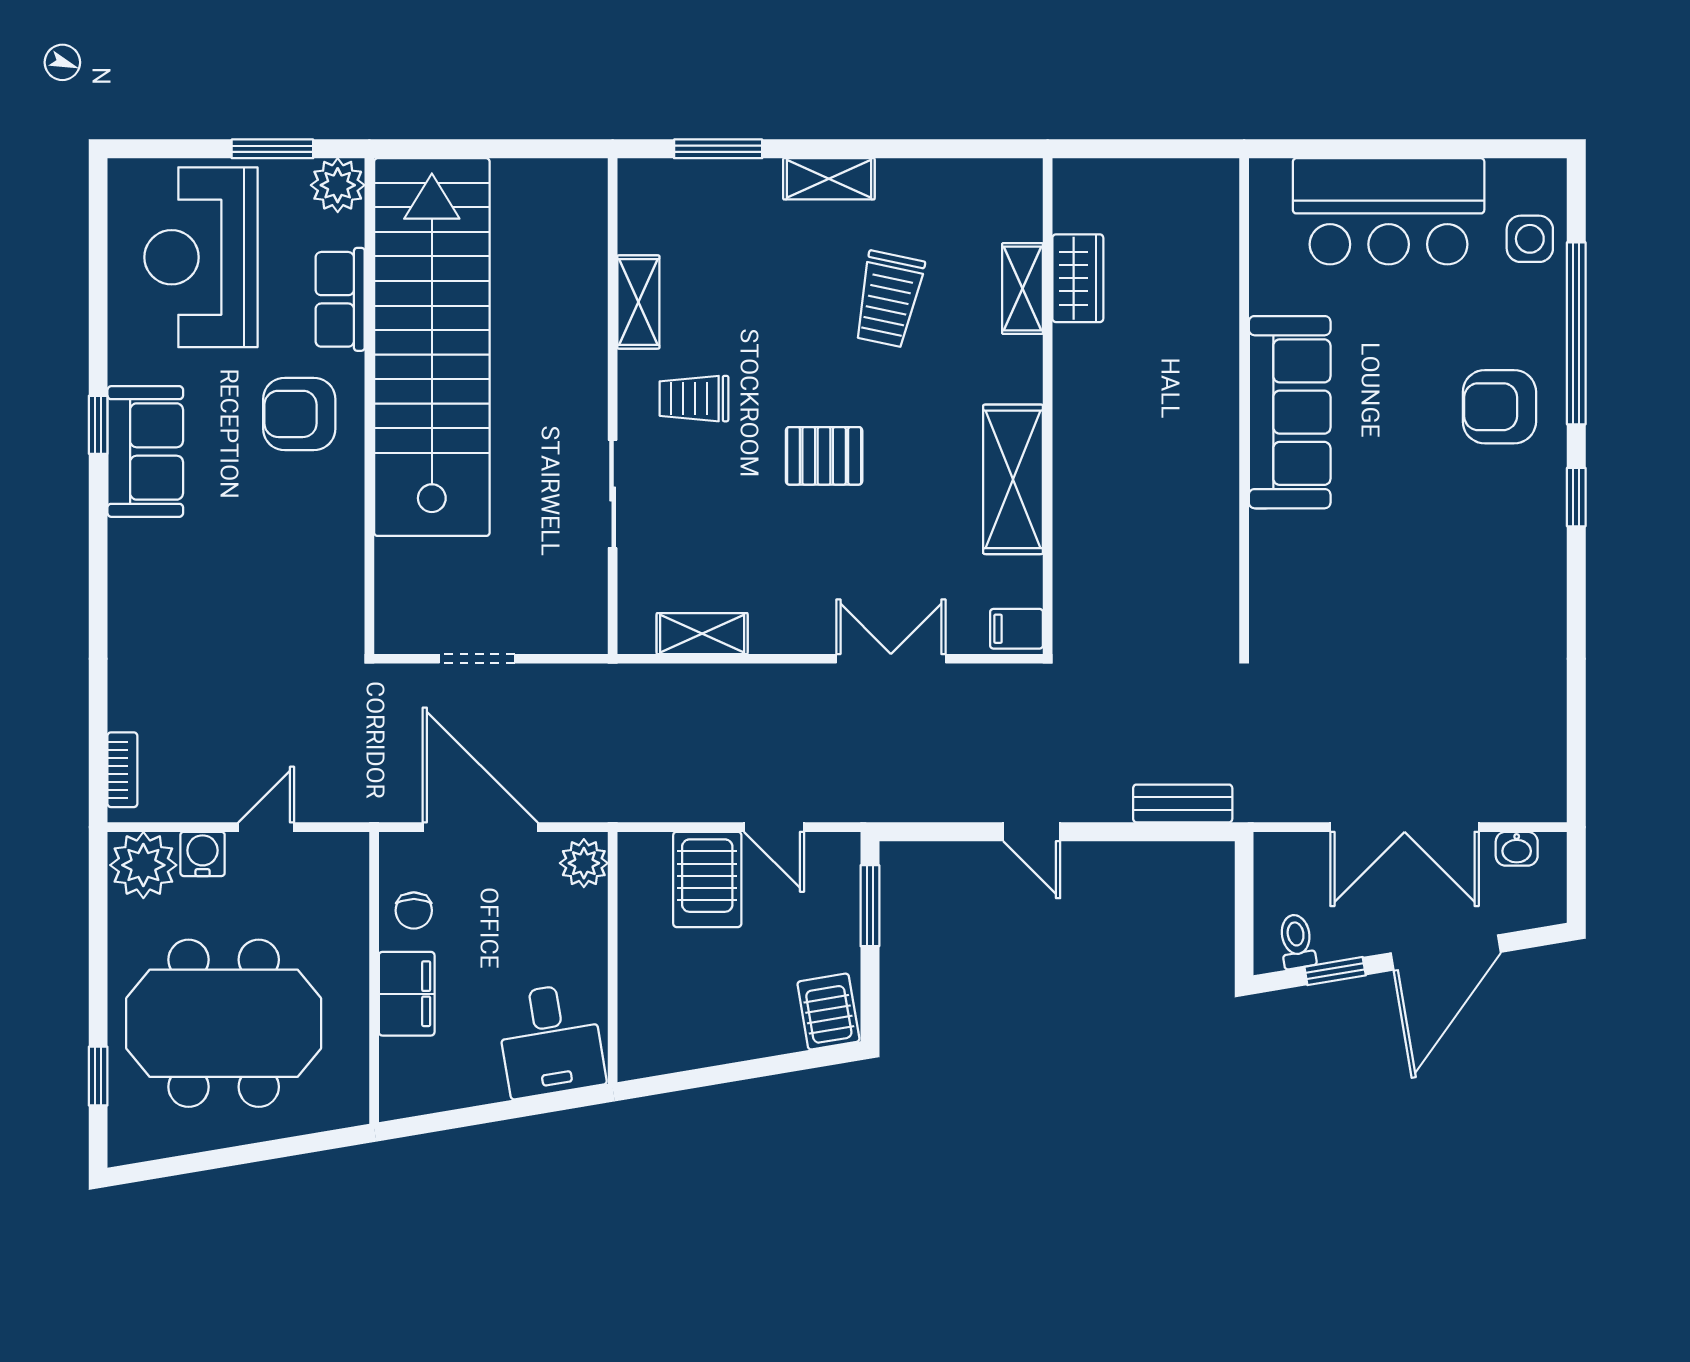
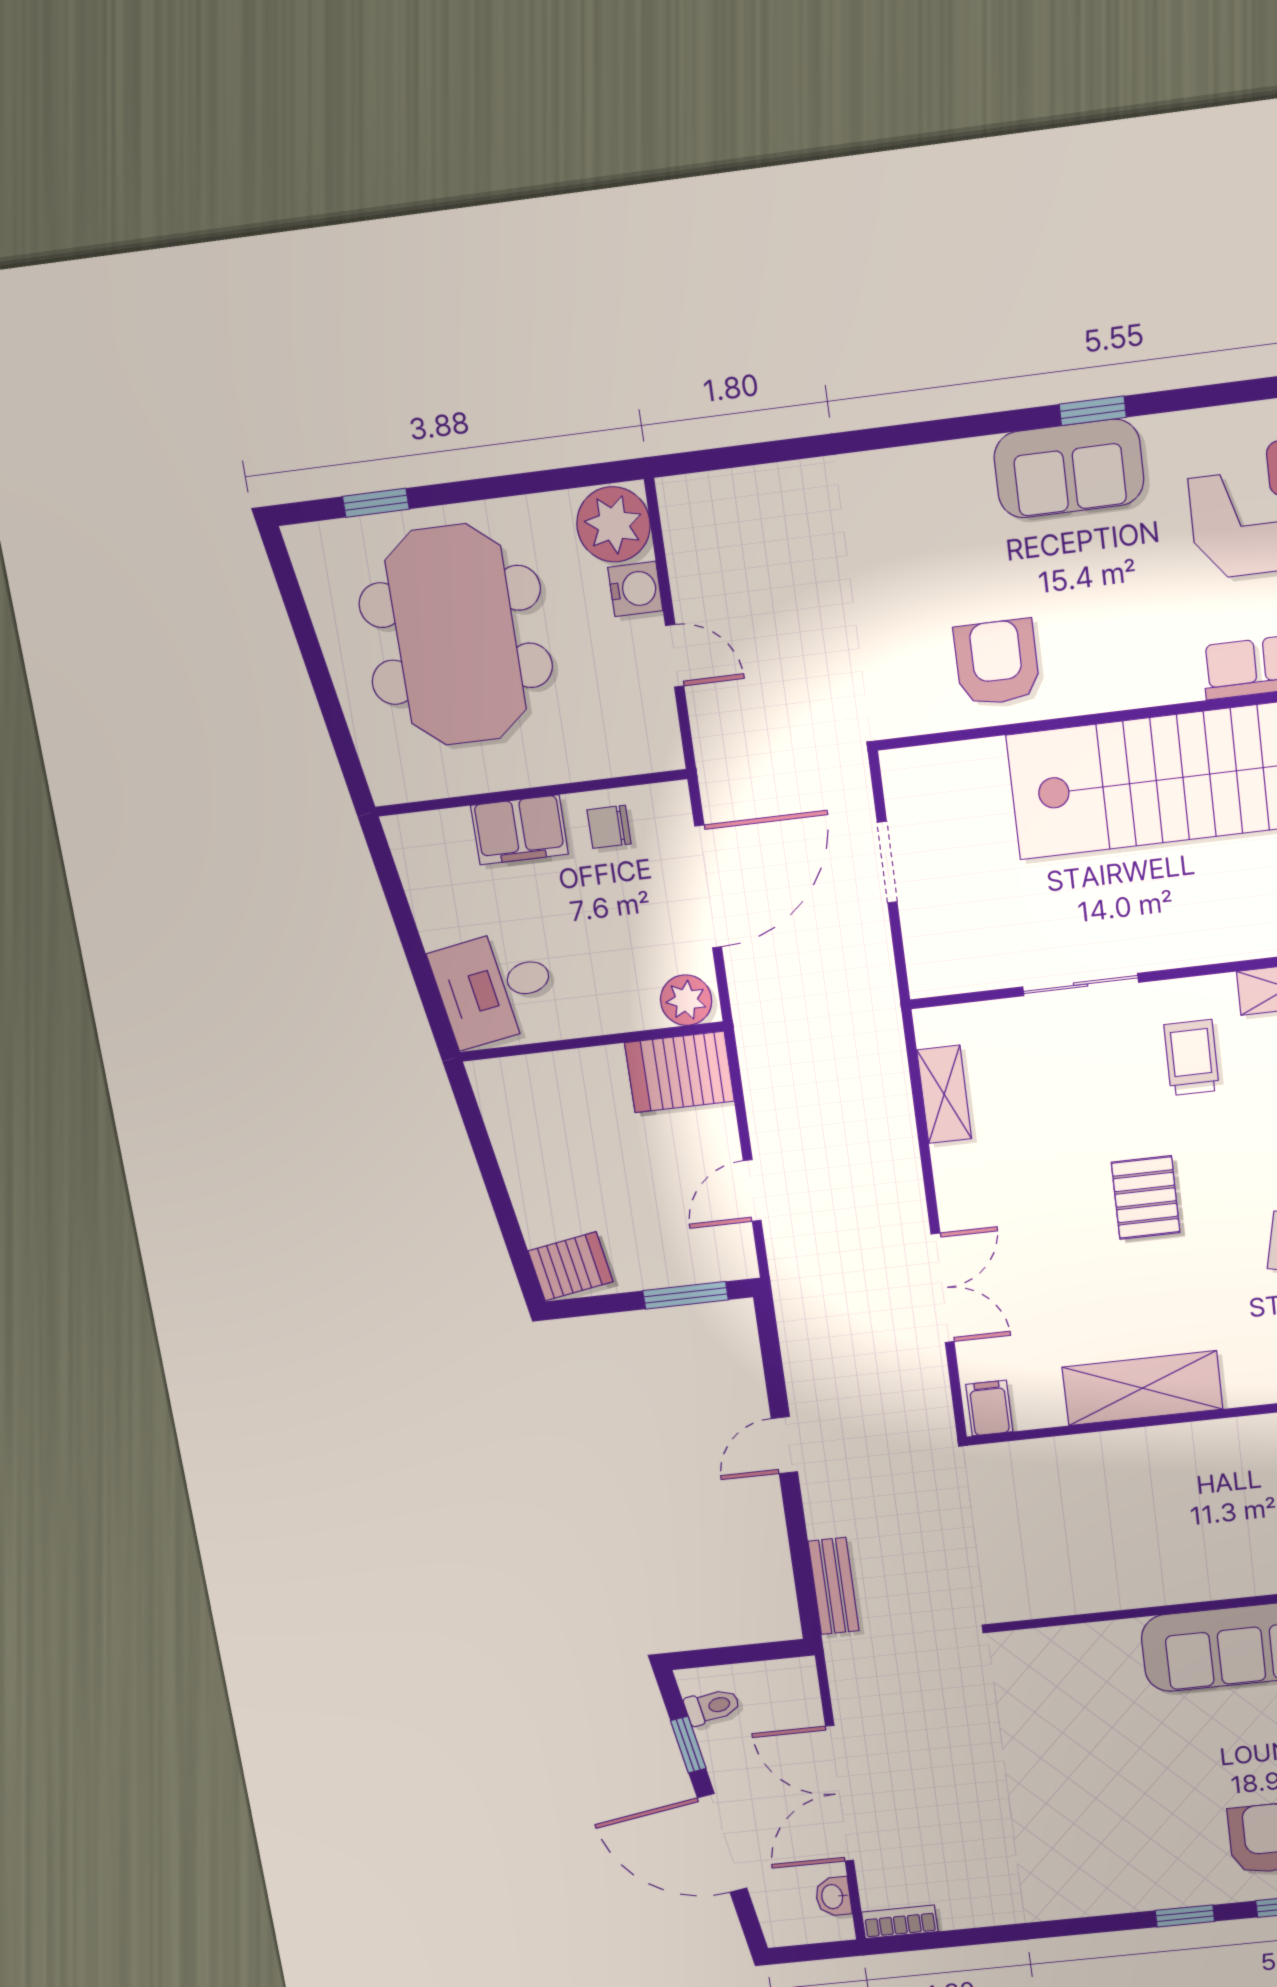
armchair: (299, 414) -> (997, 662), moved
bookcase: (122, 770) -> (900, 1922), moved, turned 180
server rack: (707, 879) -> (679, 1072), moved

